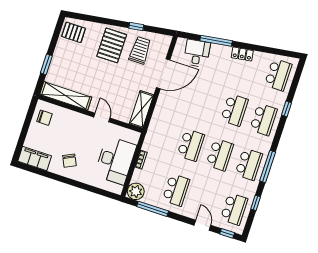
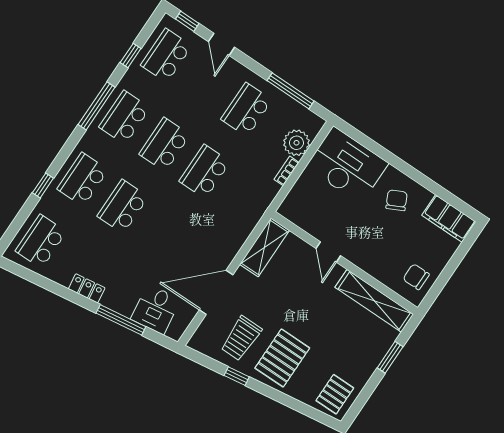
pallet: (74, 32) -> (335, 394), turned 90
desk: (115, 160) -> (347, 165), moved, turned 90
plant: (136, 191) -> (296, 143), moved

